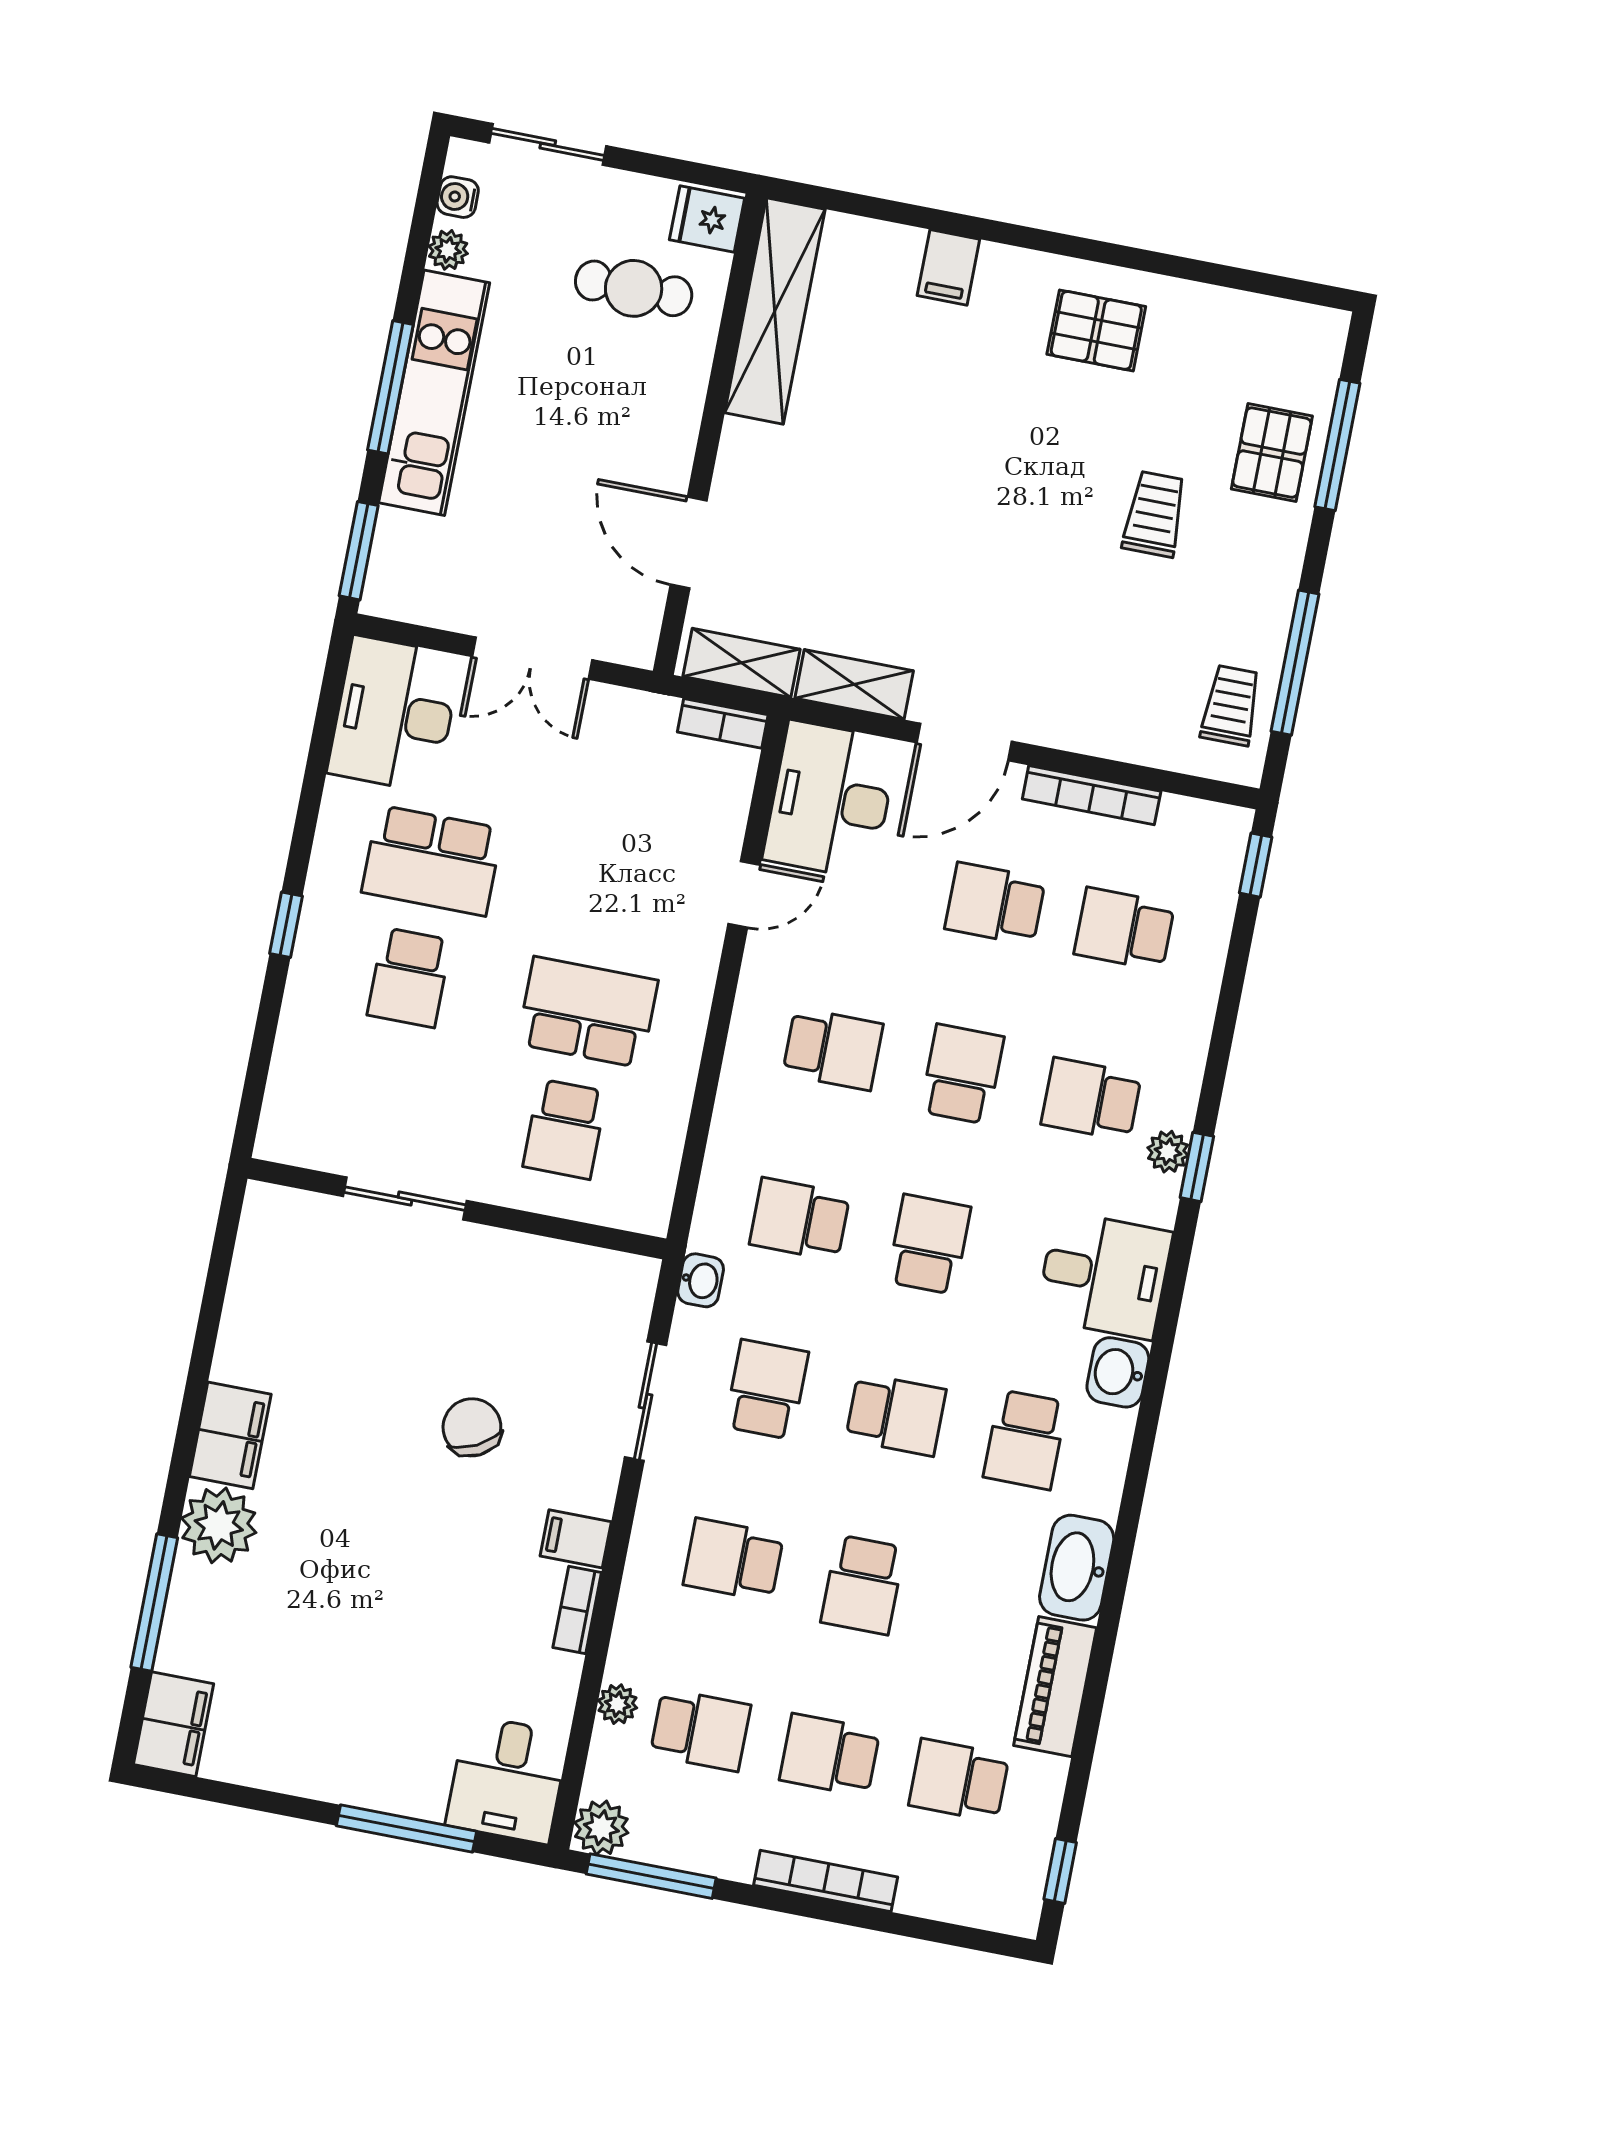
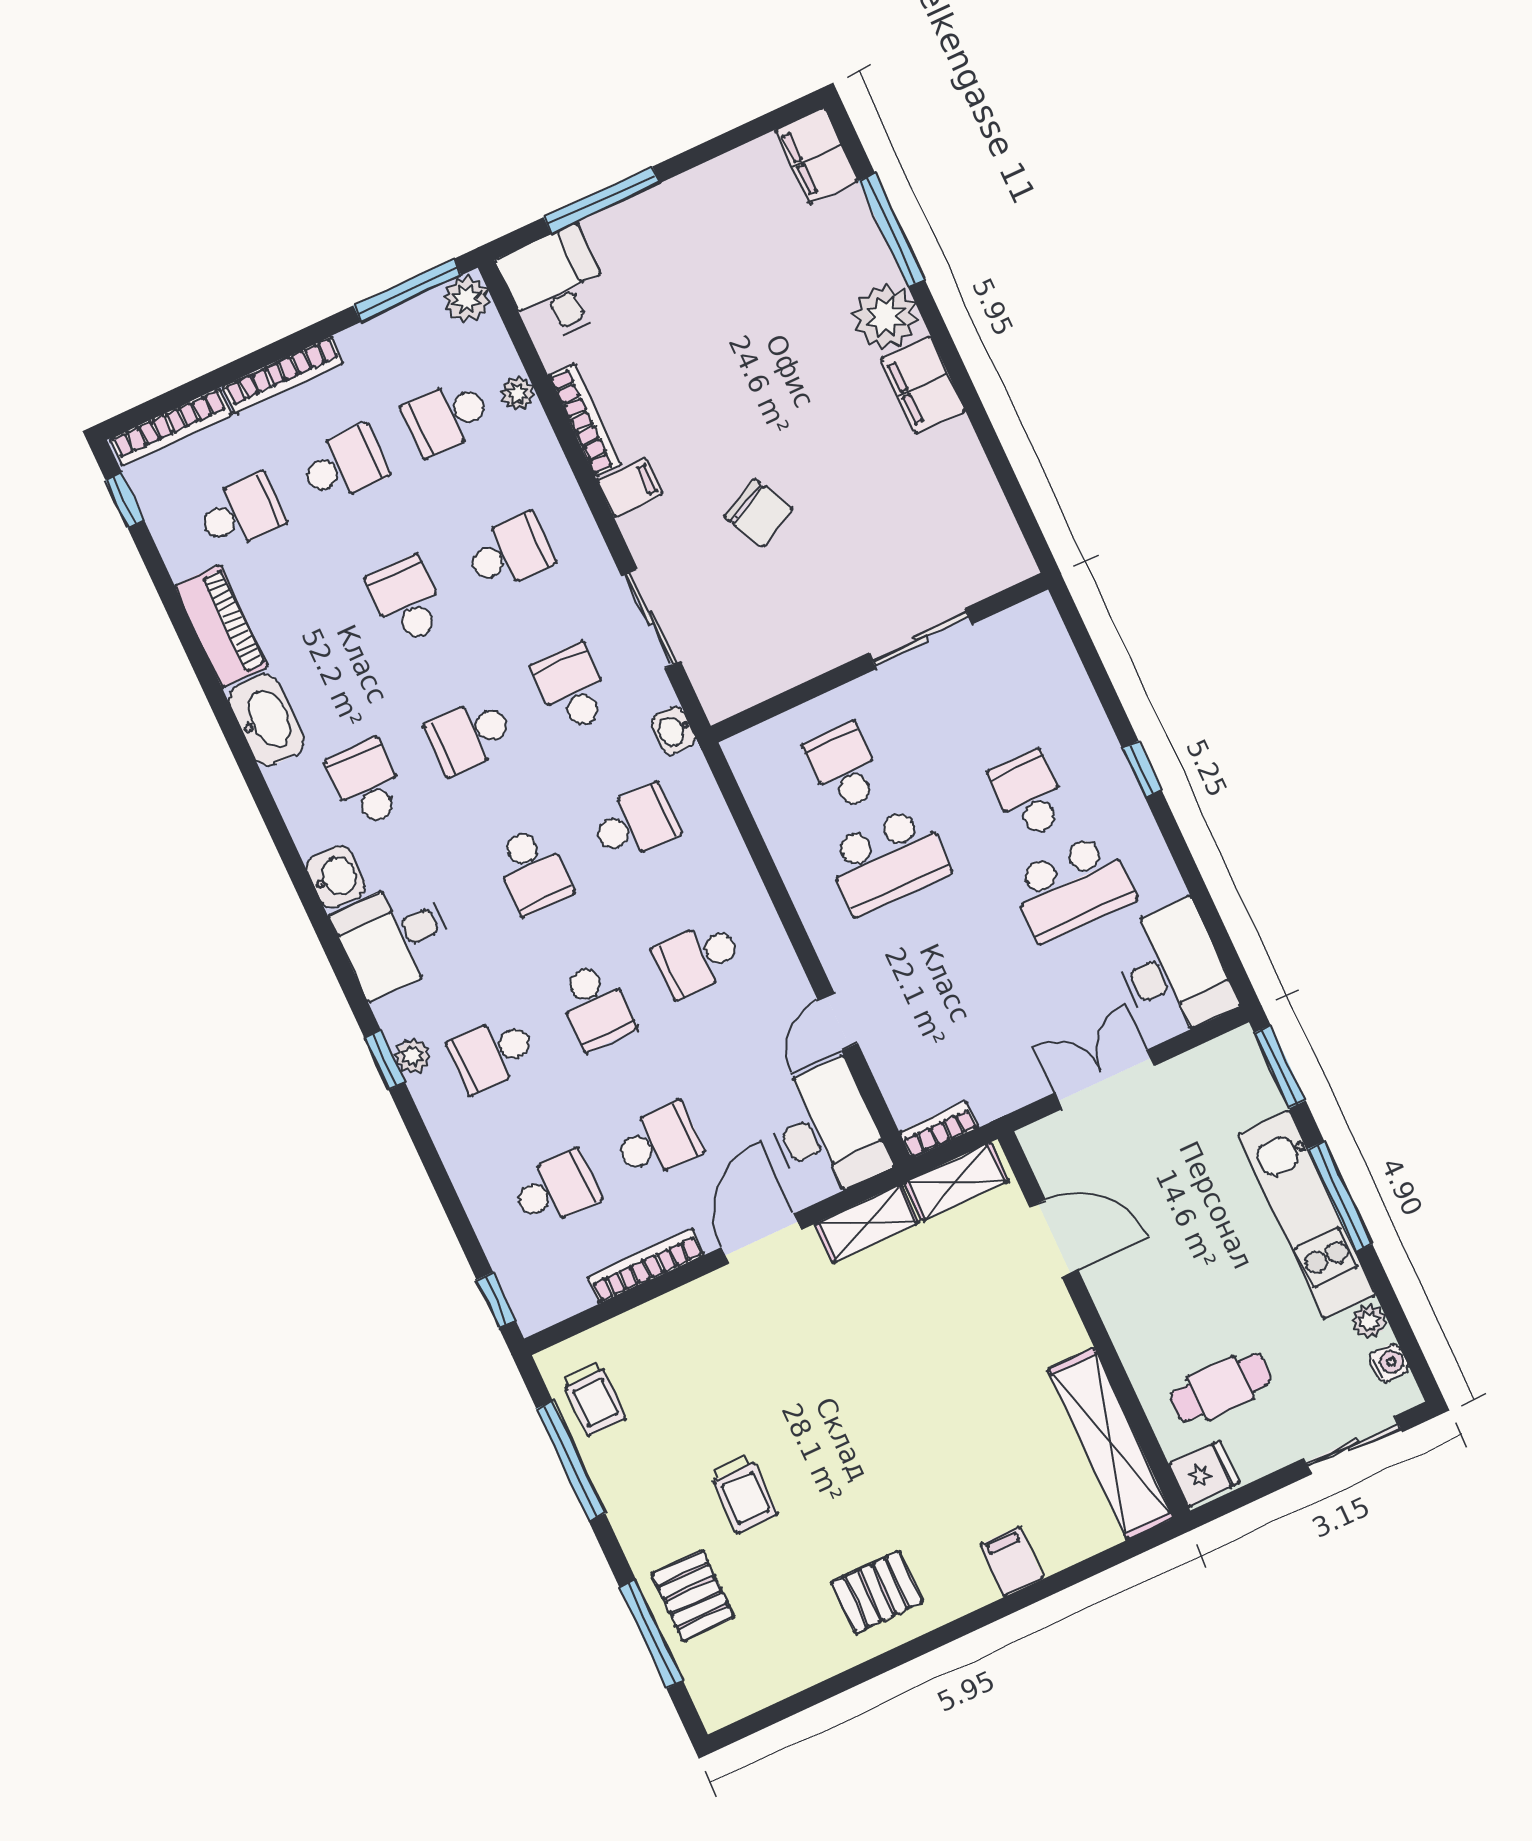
school desk: (432, 860) -> (1072, 888), turned 180
school desk: (1091, 1099) -> (492, 1054), turned 180
school desk: (767, 1389) -> (572, 688), turned 180
bookcase: (577, 1610) -> (585, 420), width x1.56
bookcase: (967, 1909) -> (171, 427), added

